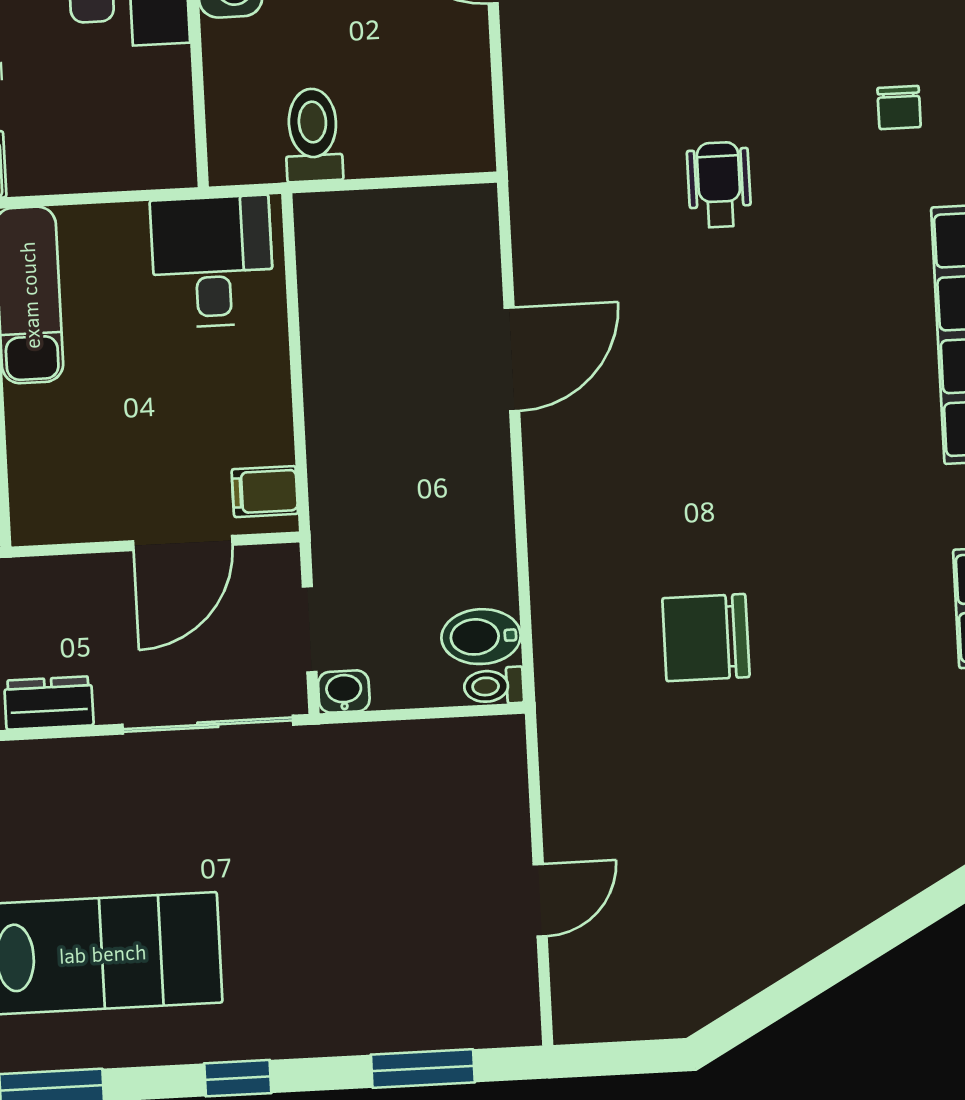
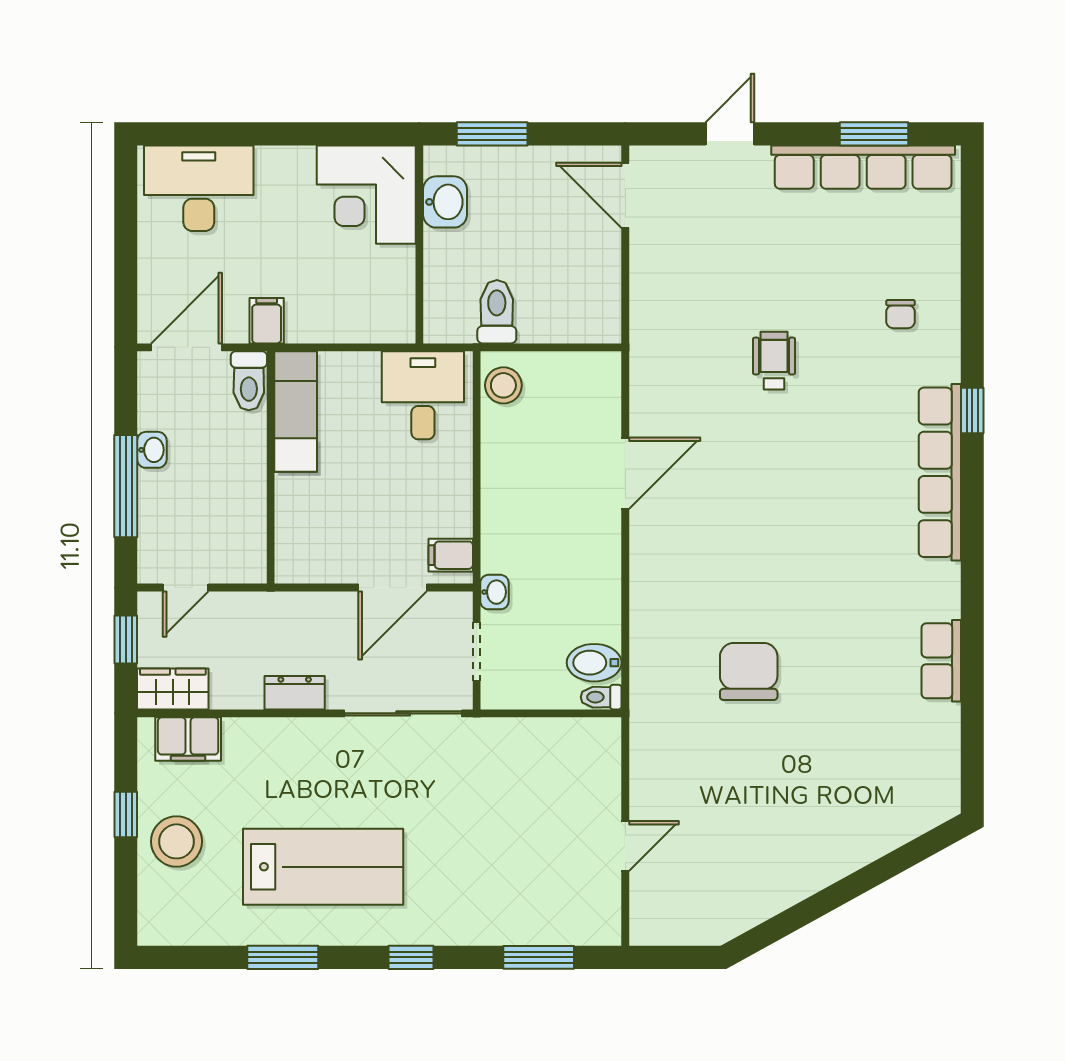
stool: (328, 241) -> (503, 385), added
chair: (706, 638) -> (749, 671), turned 90
washbasin: (344, 692) -> (494, 592), moved, turned 90

